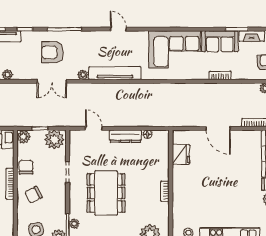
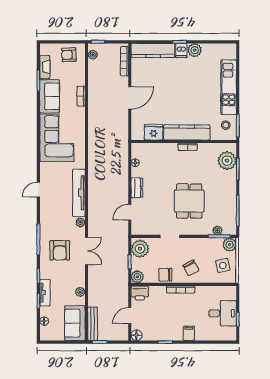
dresser: (125, 136) -> (137, 188), width x0.70
kitchen counter: (181, 190) -> (187, 132), added
dining table: (106, 193) -> (189, 201), width x0.73

